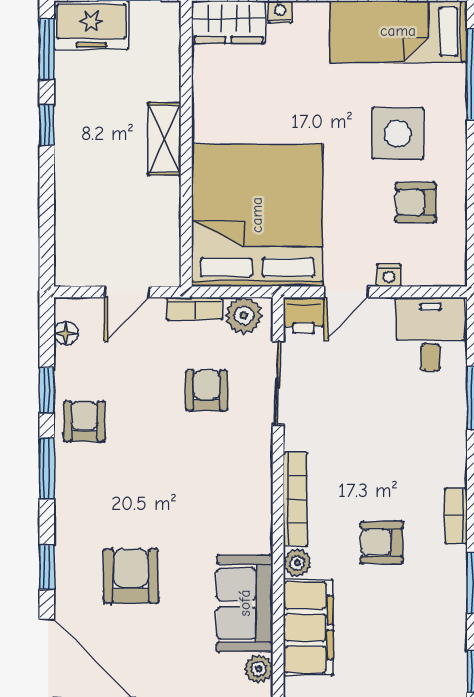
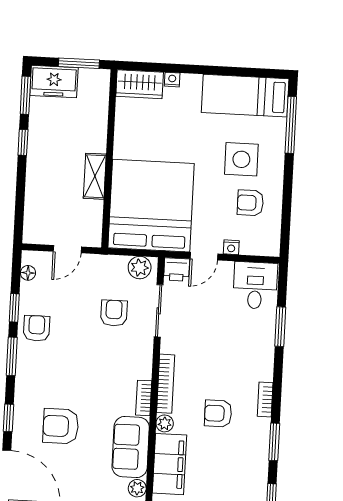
shelving: (165, 139) -> (95, 176), moved
bookcase: (195, 309) -> (144, 398), moved, turned 90
armchair: (131, 576) -> (61, 426), turned -90

